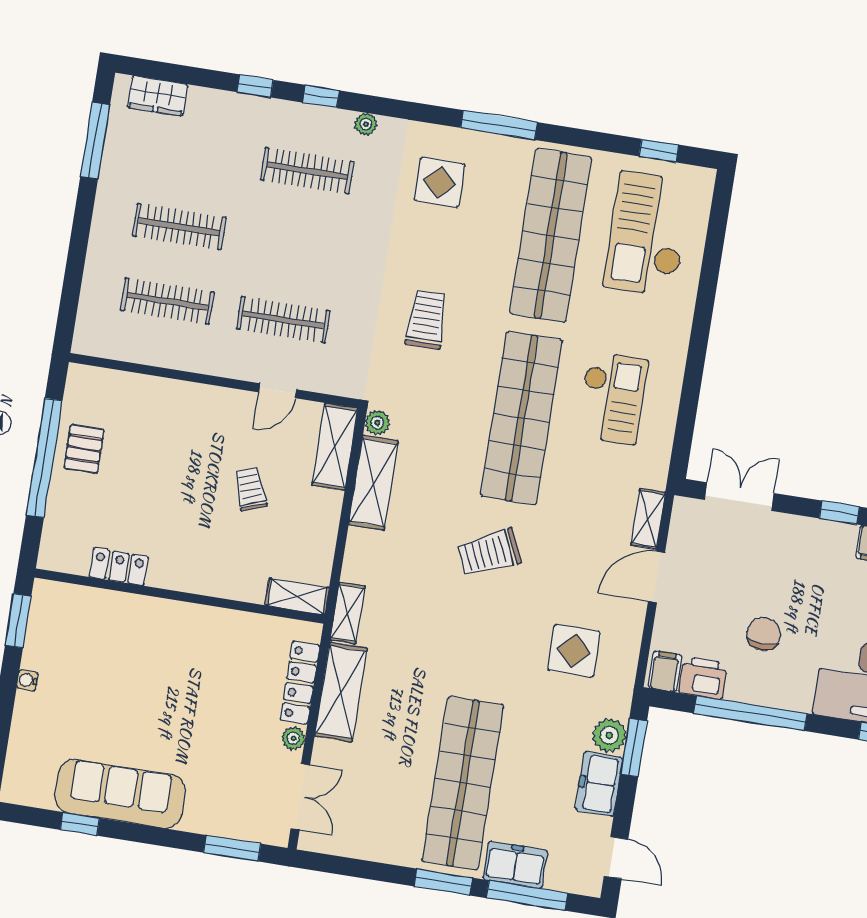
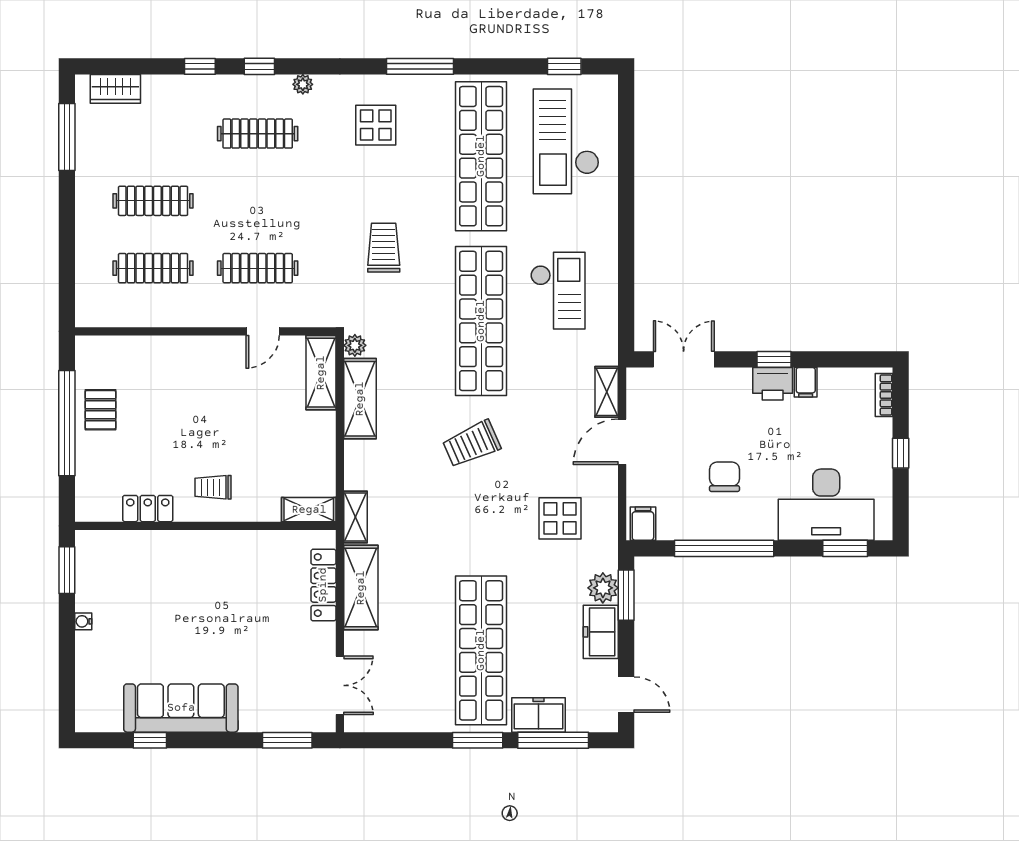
trolley: (250, 489) -> (213, 487), moved, turned -70
printer: (703, 678) -> (773, 384), moved, turned 180
plant: (293, 738) -> (326, 635), removed

